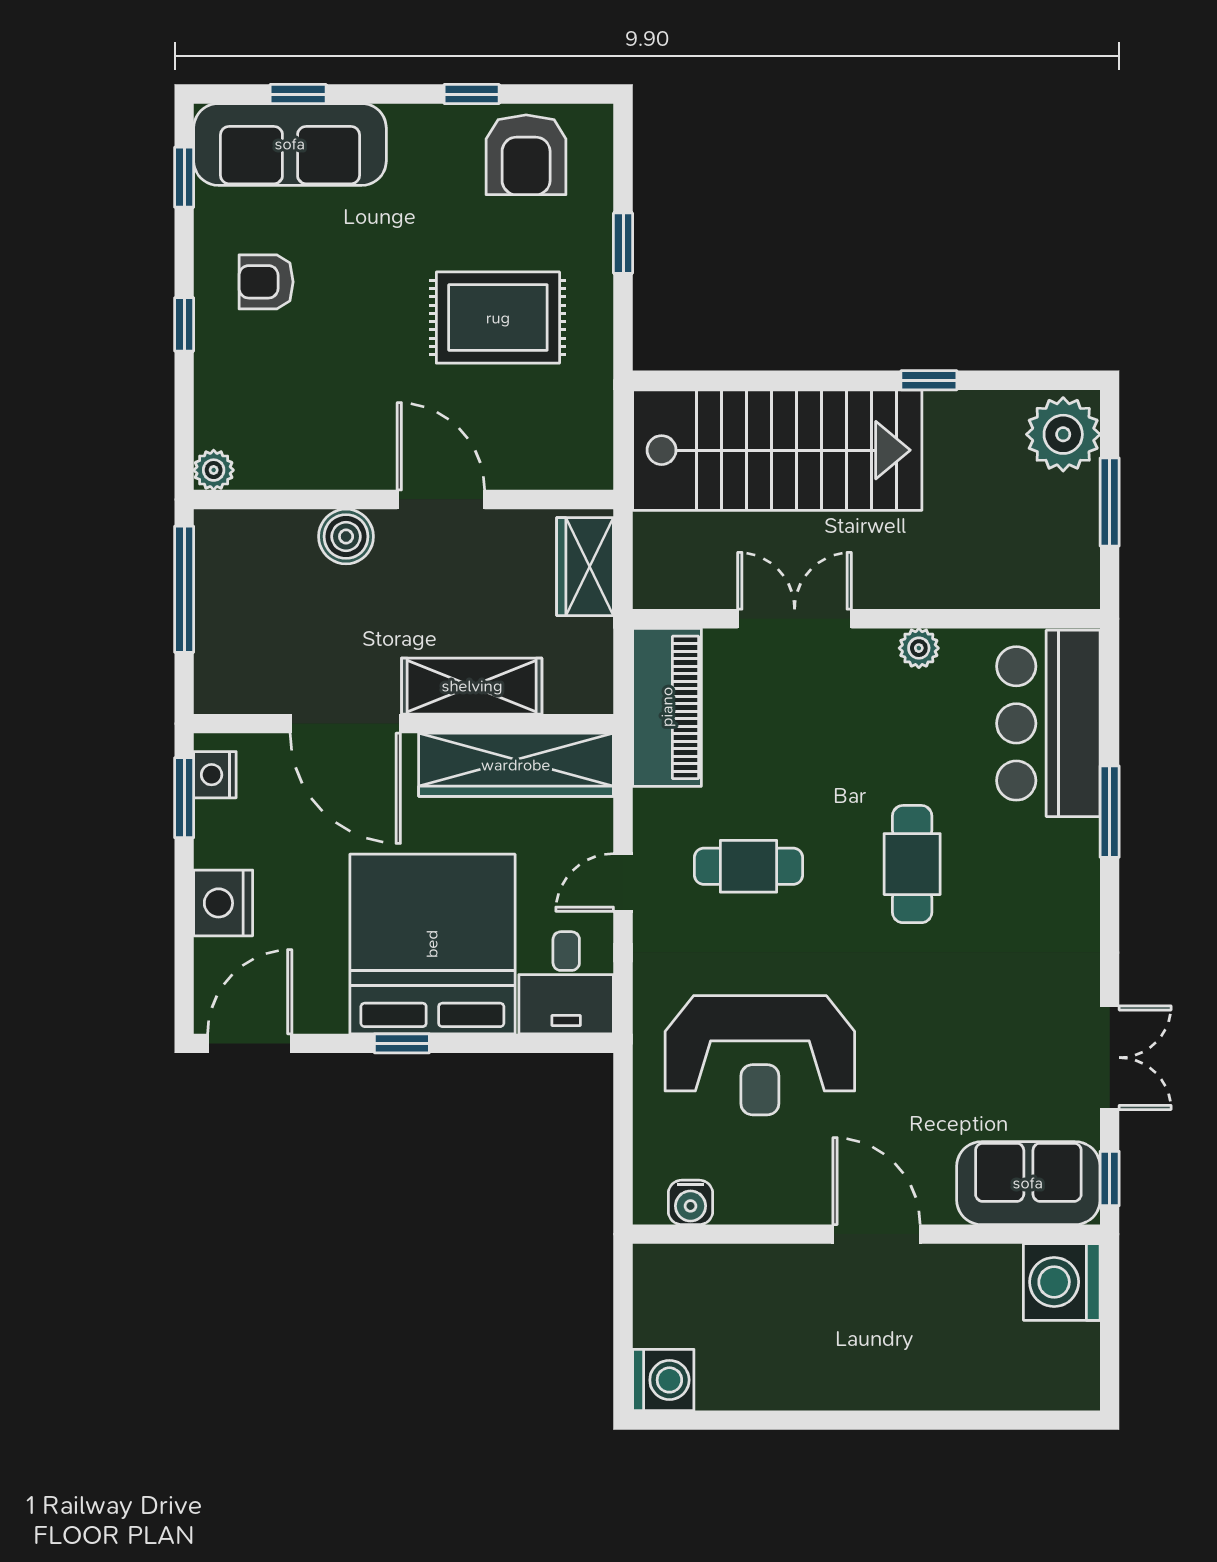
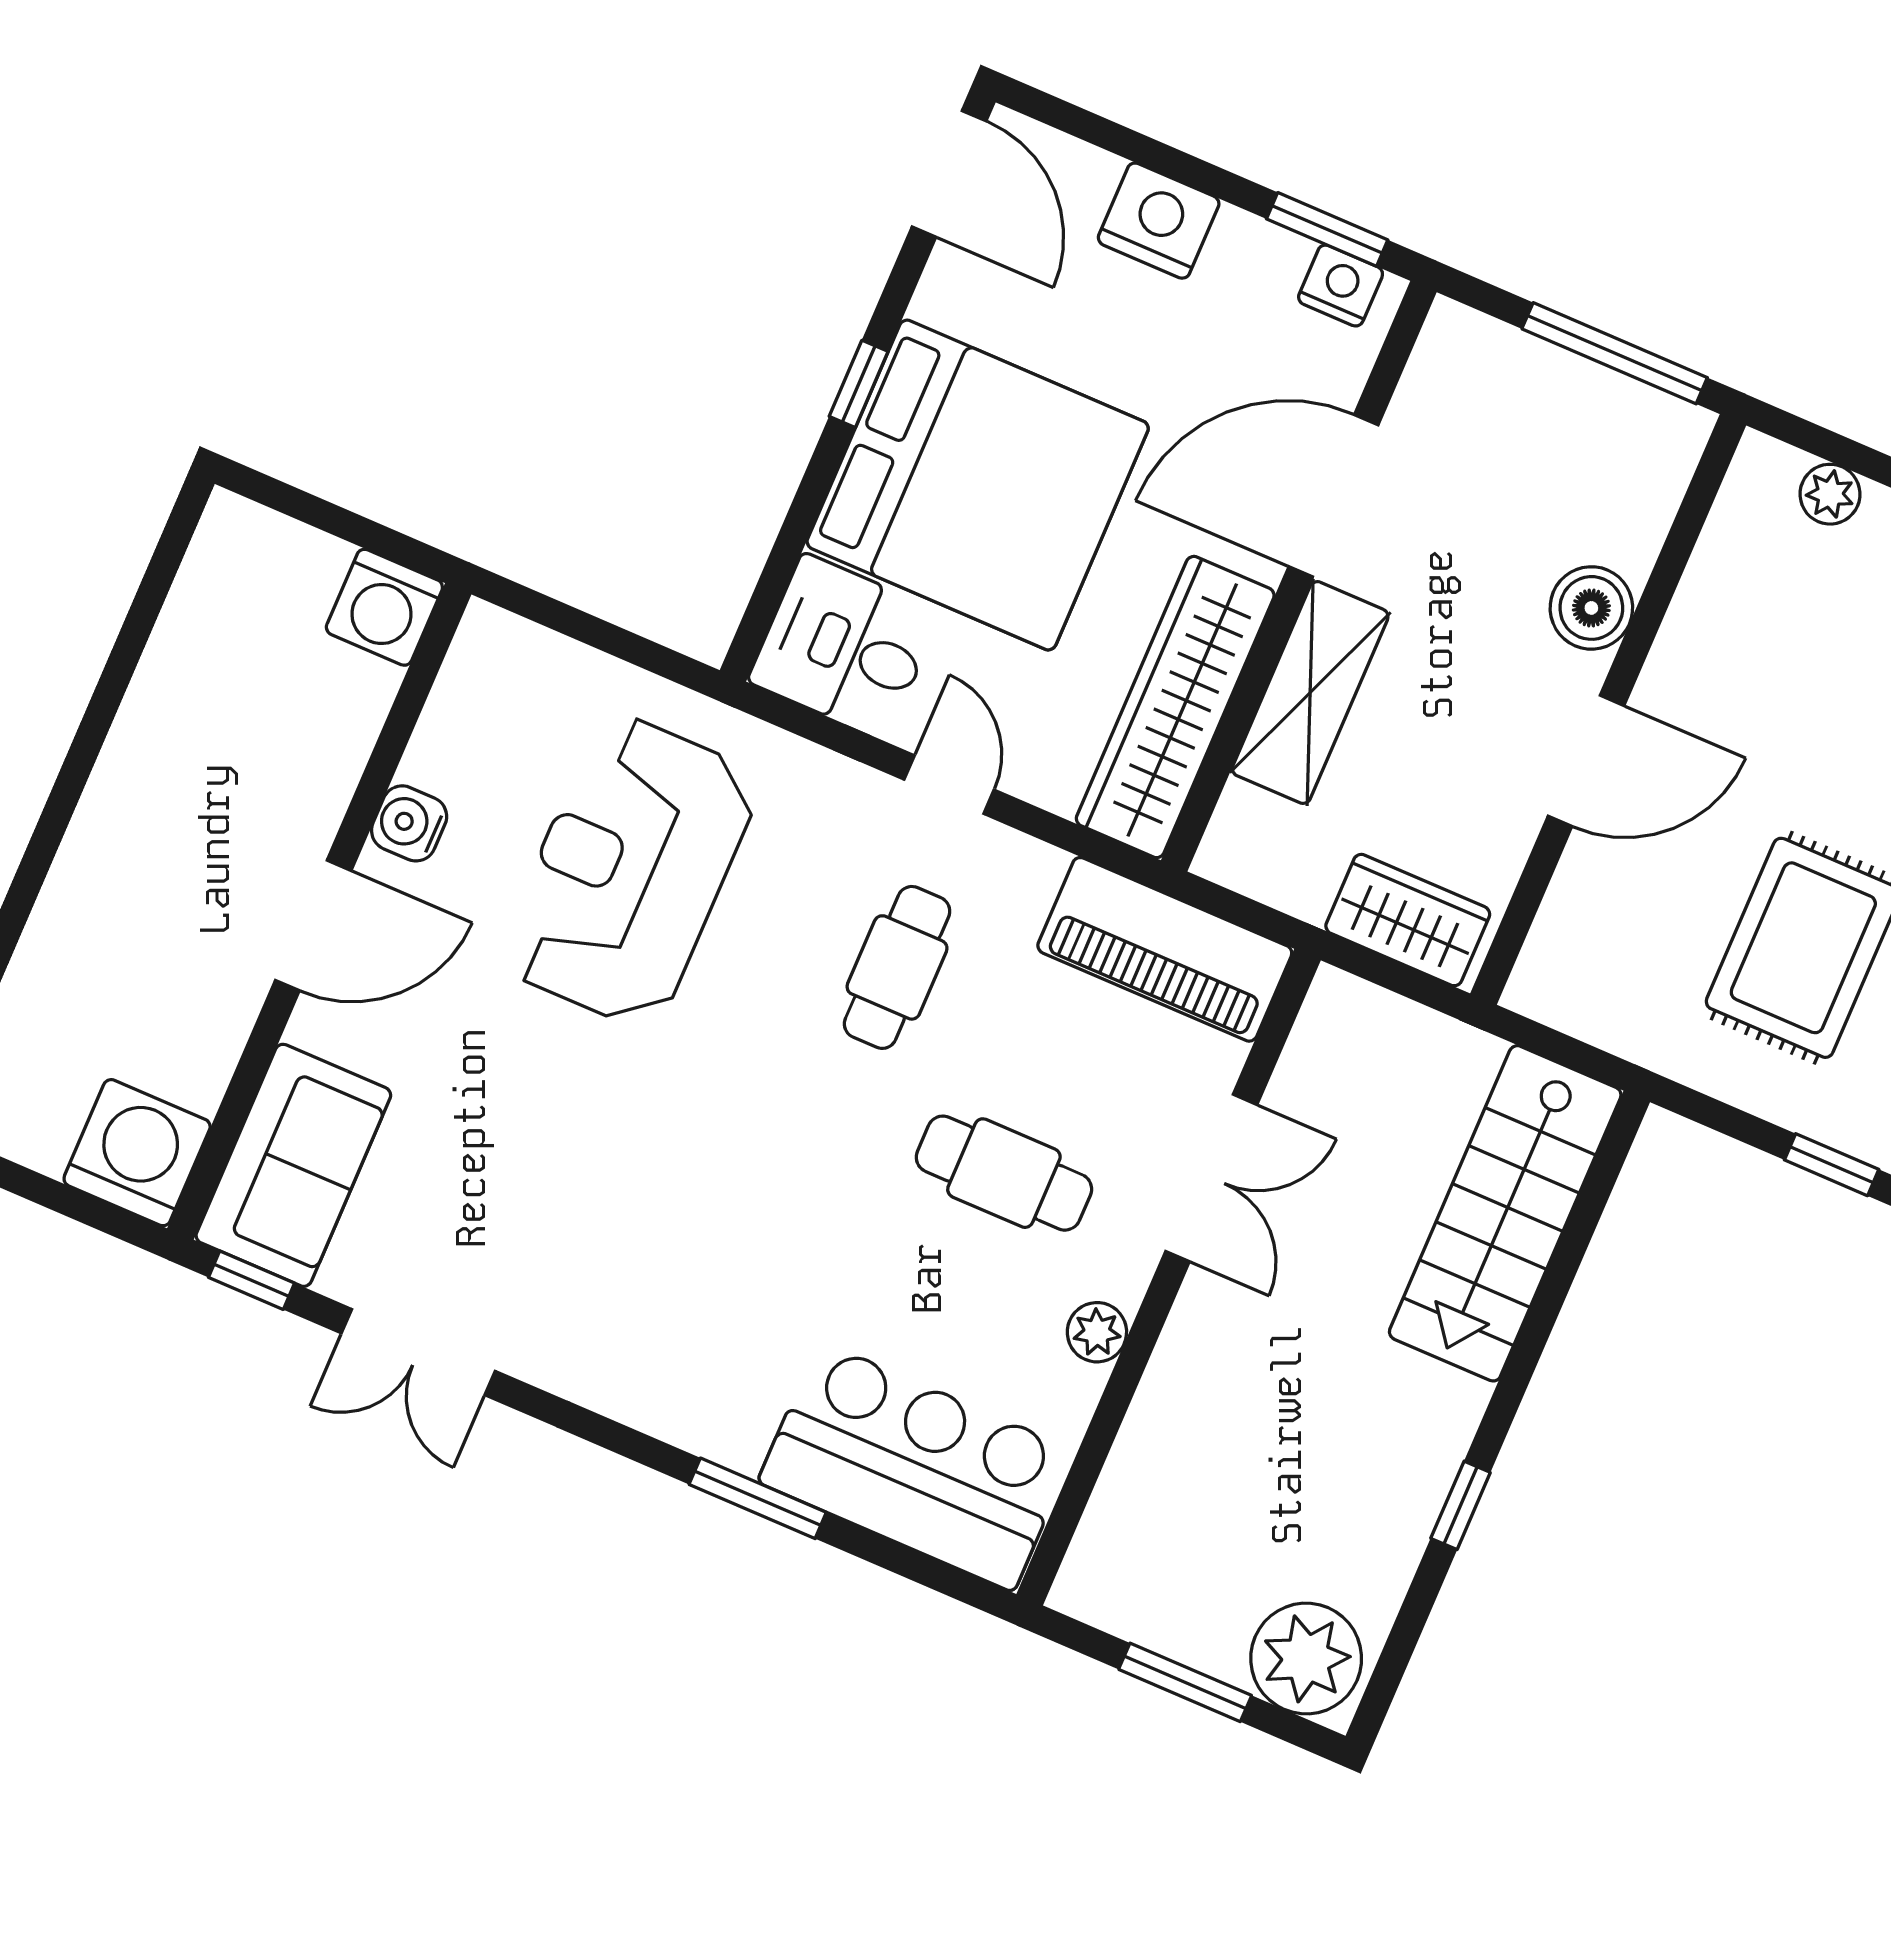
stairs: (777, 450) -> (1505, 1213), width x0.73, depth x0.66
plant: (214, 470) -> (1830, 494), moved
cafe table: (912, 864) -> (1004, 1173), moved
water cooler: (690, 1202) -> (409, 823), moved
washing machine: (663, 1380) -> (384, 607), moved

